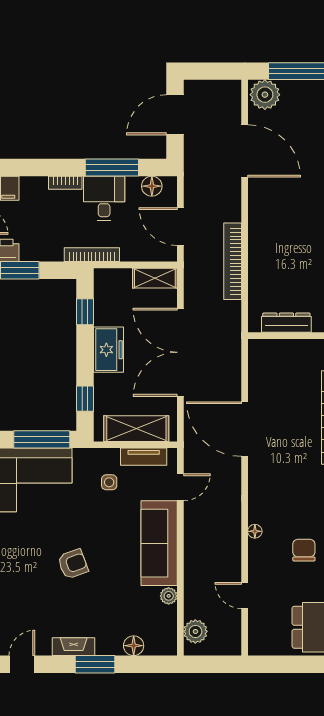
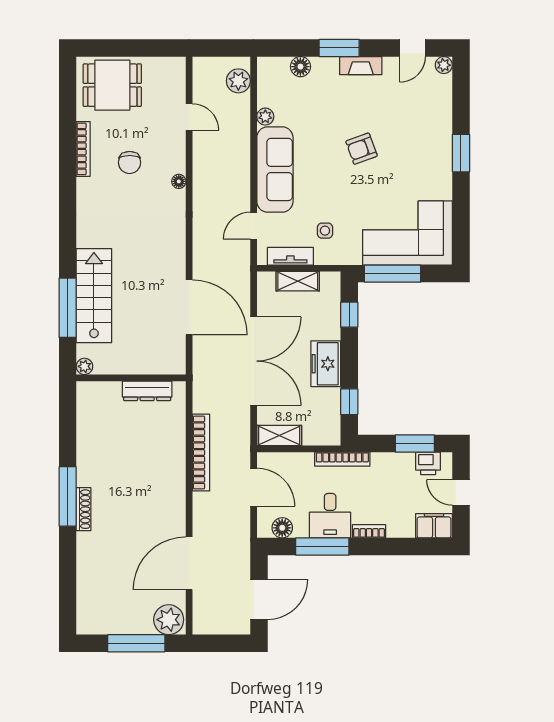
door: (245, 151) -> (189, 563), hinge flipped
shelving: (136, 429) -> (298, 281), width x0.67, depth x0.75
door: (245, 429) -> (189, 307), moved

